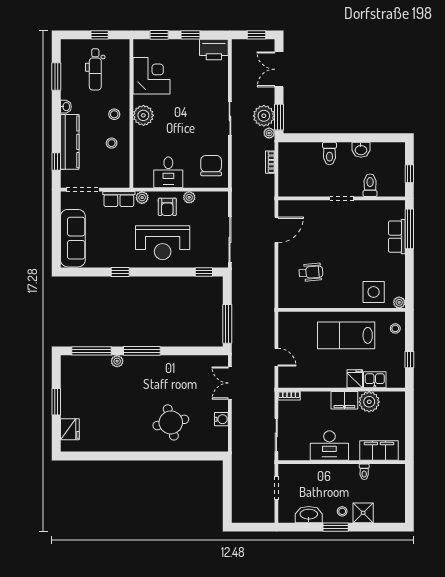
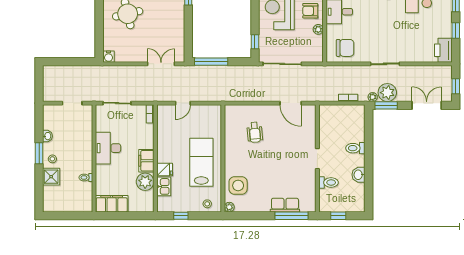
water cooler: (221, 419) -> (109, 57), moved
filing cabinet: (379, 450) -> (112, 204), moved, turned -90
washbasin: (309, 515) -> (47, 136), width x0.52, depth x0.69

